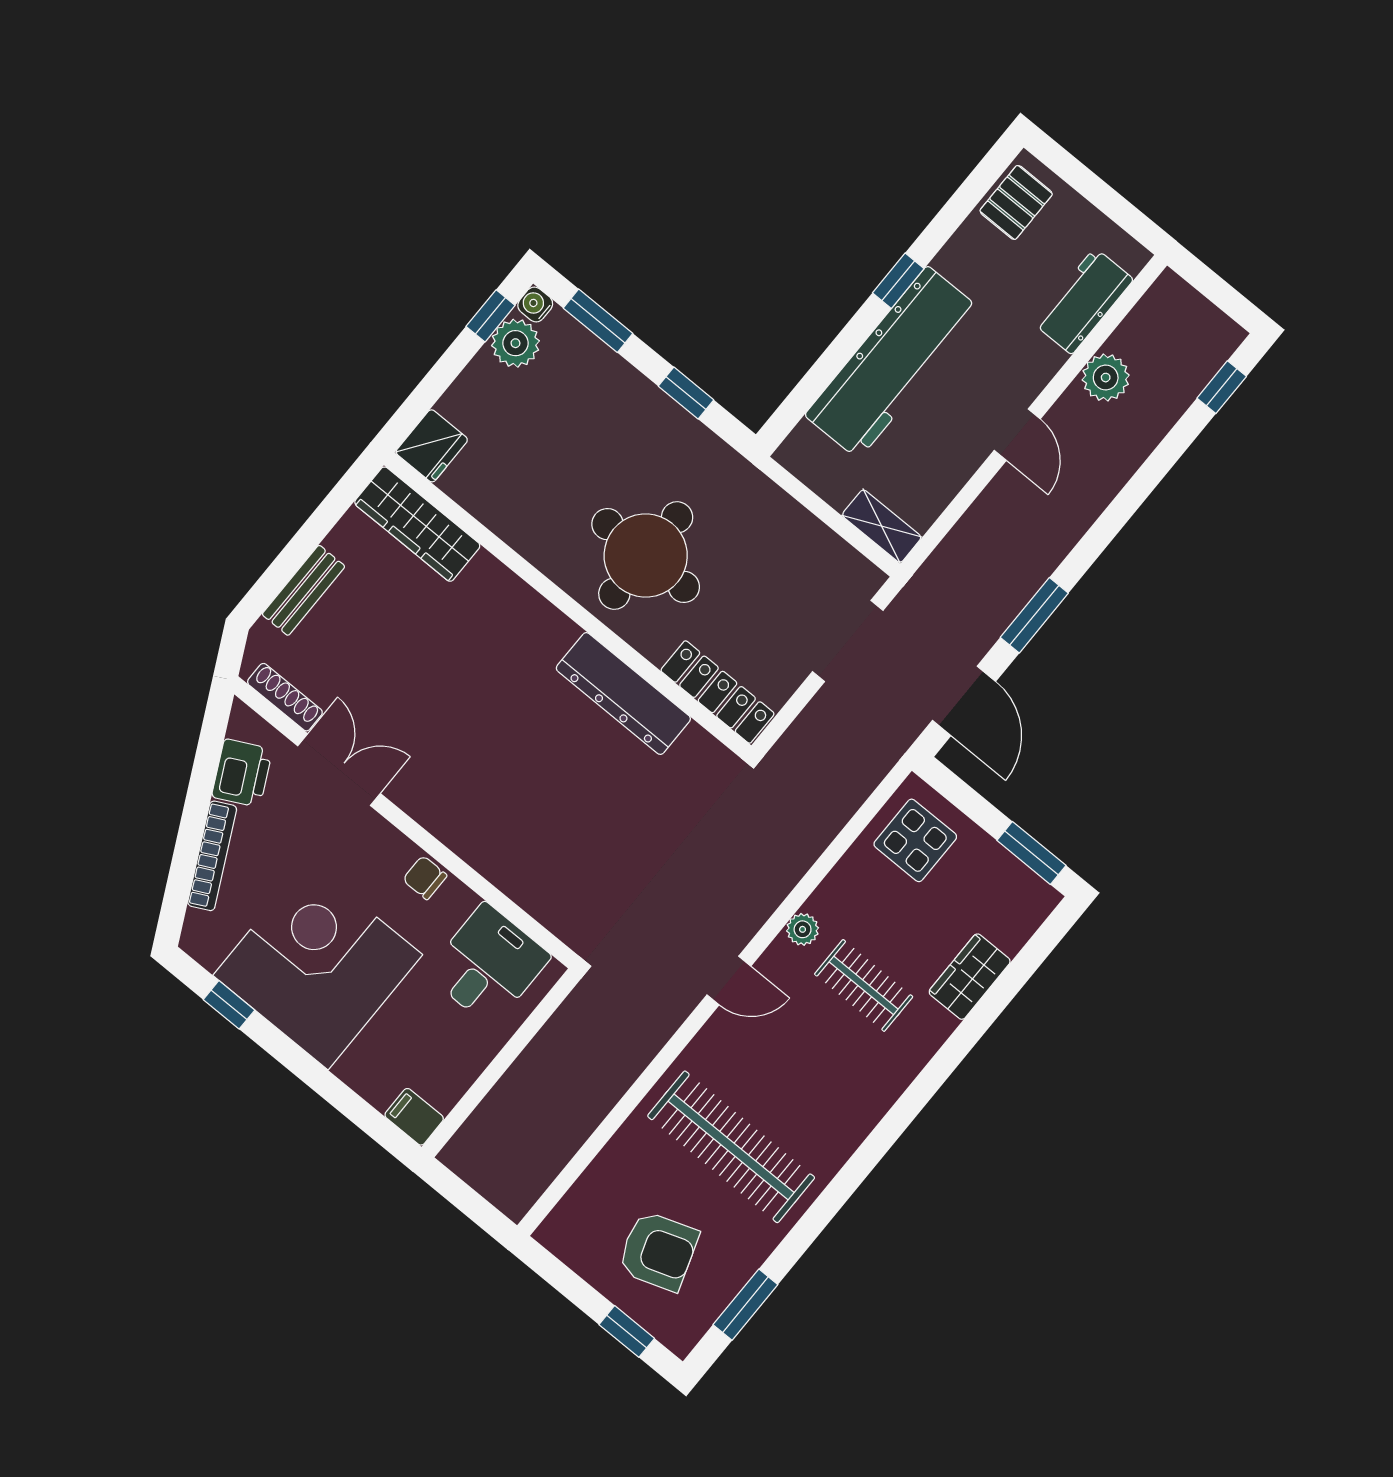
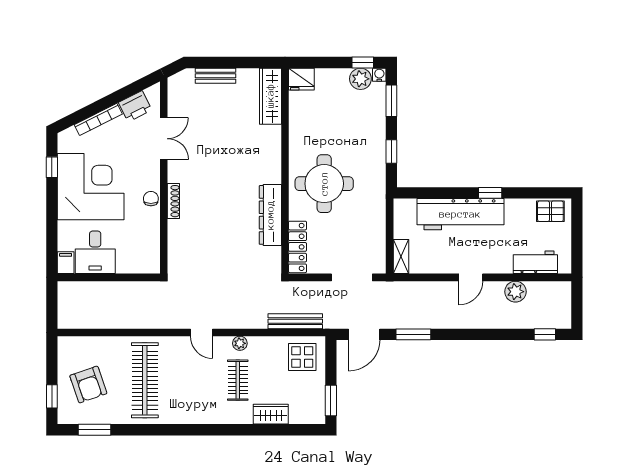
shoe rack: (285, 697) -> (173, 201), moved
bench: (843, 802) -> (295, 321), added
desk: (488, 965) -> (95, 252), moved, turned 90

